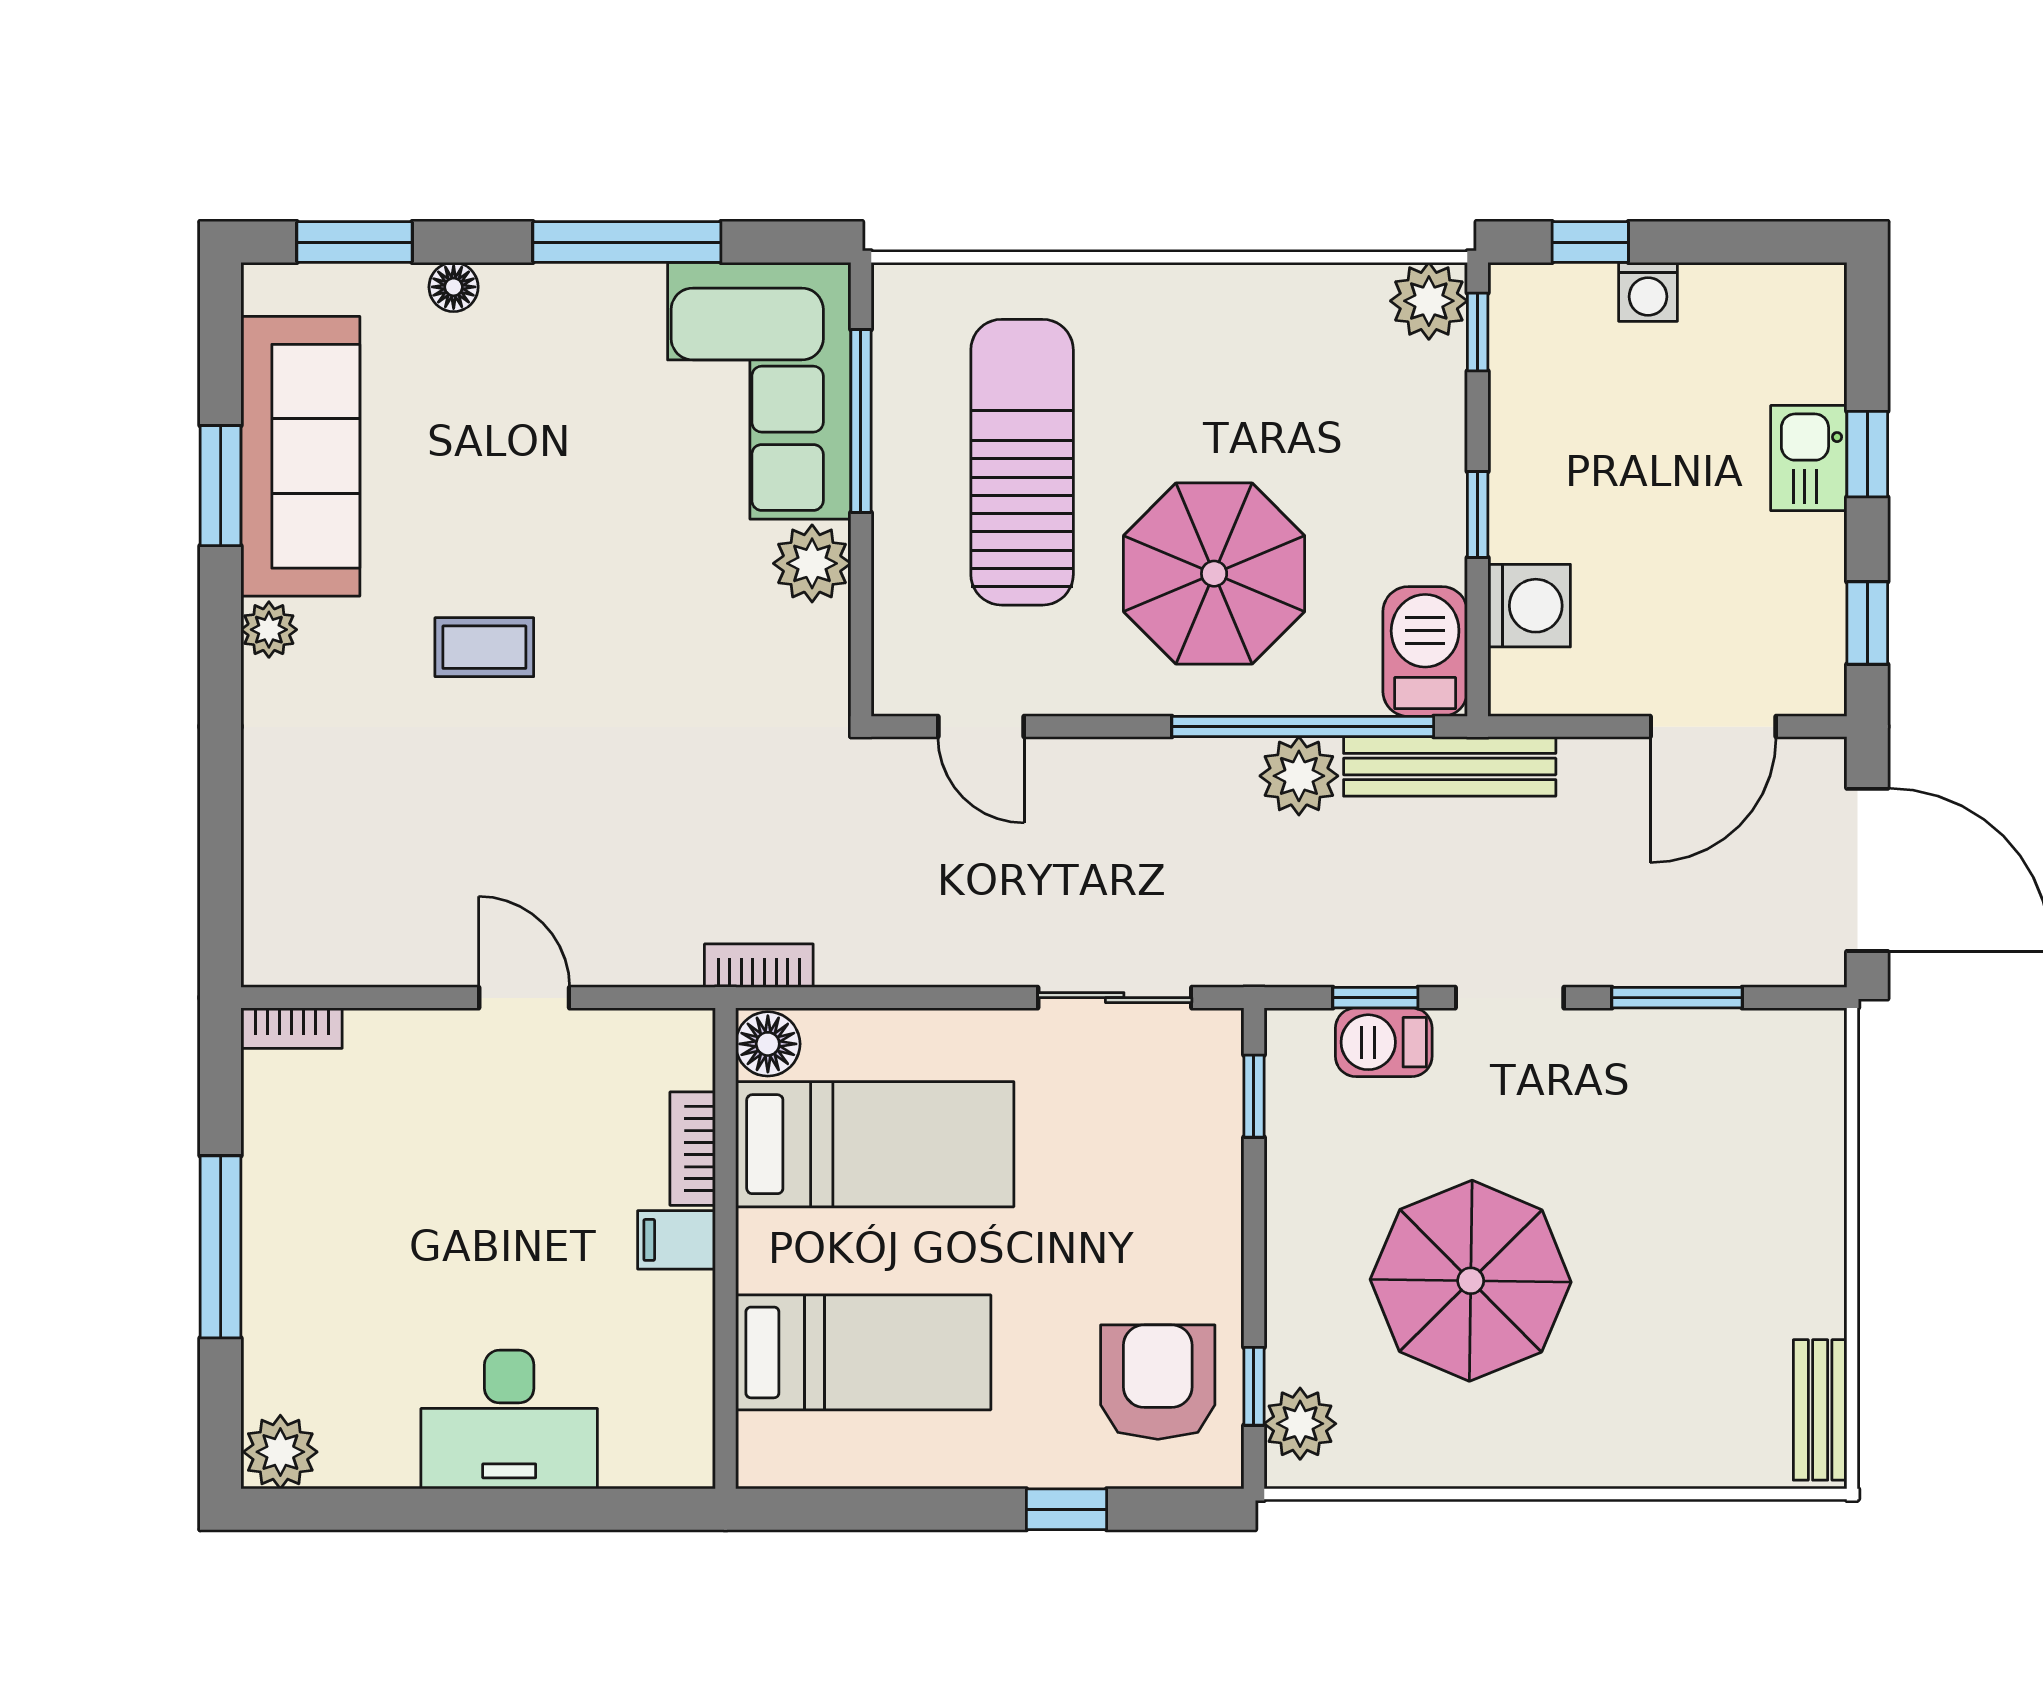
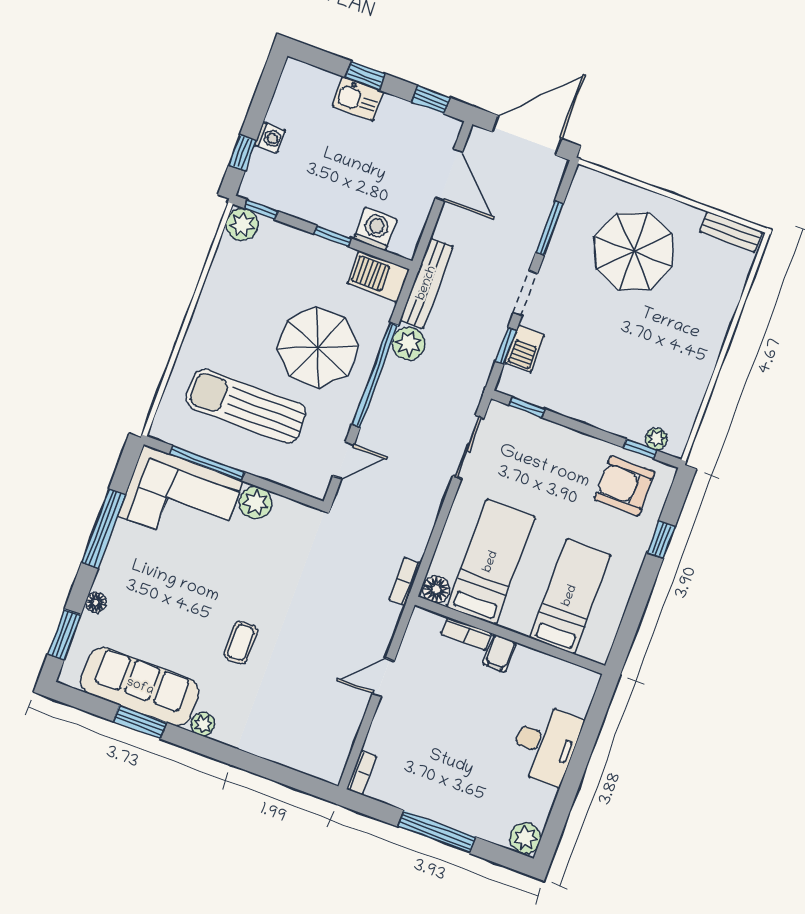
window: (1303, 727) -> (375, 375), moved
parasol: (1471, 1281) -> (634, 251), moved
plant: (1300, 1424) -> (656, 439), width x0.73, depth x0.73

